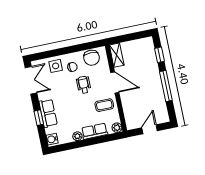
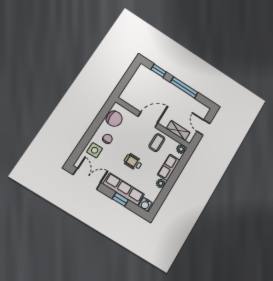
shelving: (117, 55) -> (178, 131), moved
wheelchair: (84, 85) -> (133, 162), moved
row of seats: (48, 113) -> (124, 189), width x1.48

